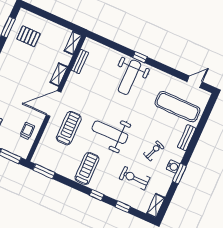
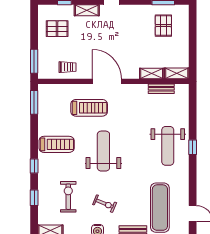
shelving: (59, 75) -> (152, 73), moved
weight bench: (129, 77) -> (168, 146), turned -90

